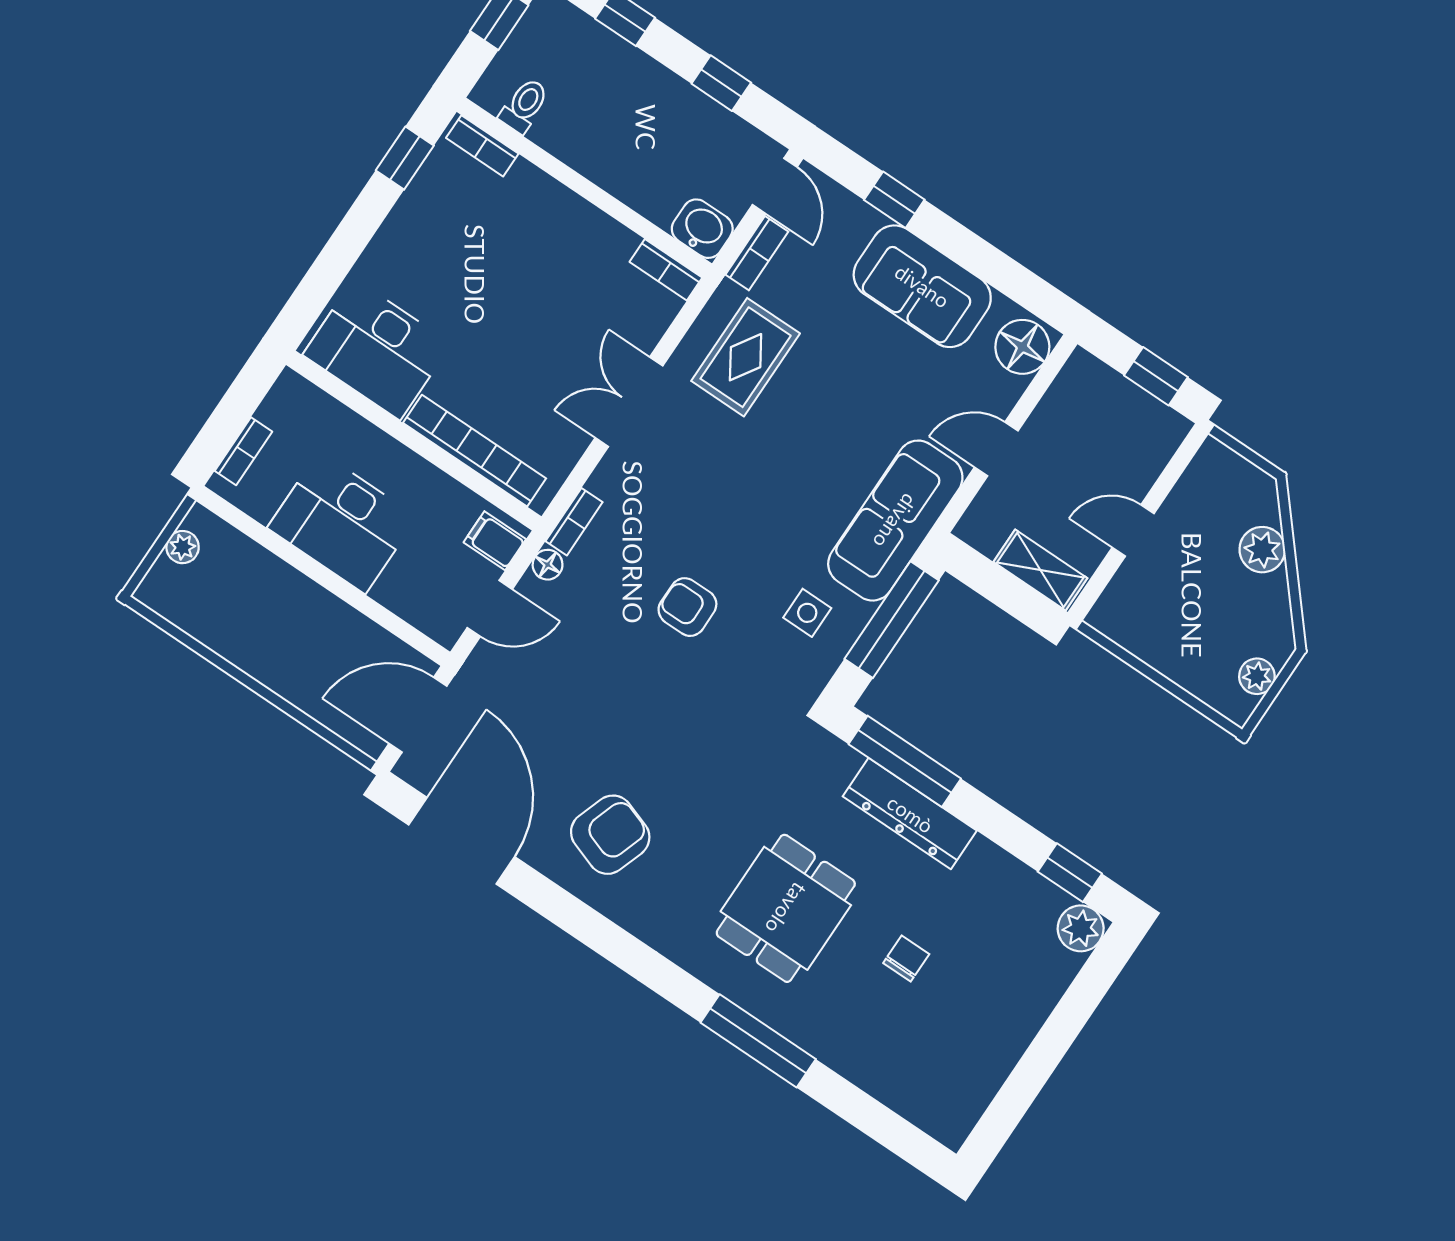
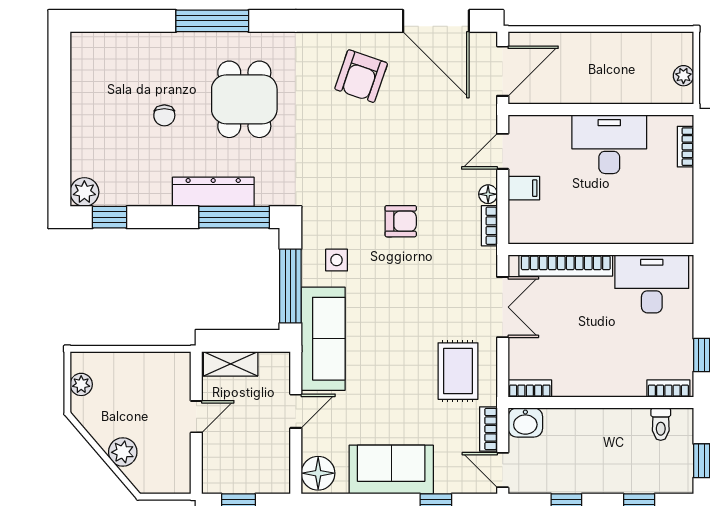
desk: (377, 349) -> (652, 284), moved
wall: (414, 441) -> (601, 249), moved
bookcase: (475, 451) -> (566, 265), moved

